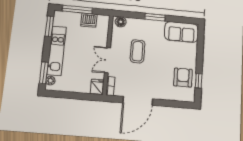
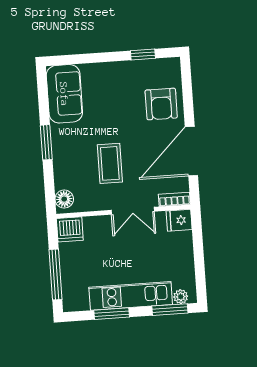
dishwasher: (89, 20) -> (70, 229), moved, turned 90
window: (49, 26) -> (112, 314), moved
coffee table: (137, 51) -> (110, 163), turned 90
armchair: (183, 78) -> (161, 104), moved, turned -90
door: (138, 101) -> (191, 151), swing flipped

